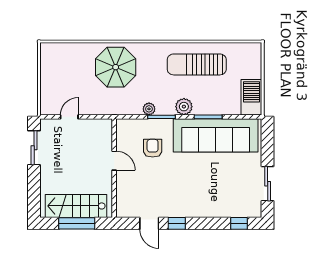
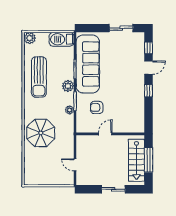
plant: (253, 51) -> (30, 38), added
sliding door: (34, 148) -> (113, 189), moved
door: (149, 223) -> (148, 68), moved

